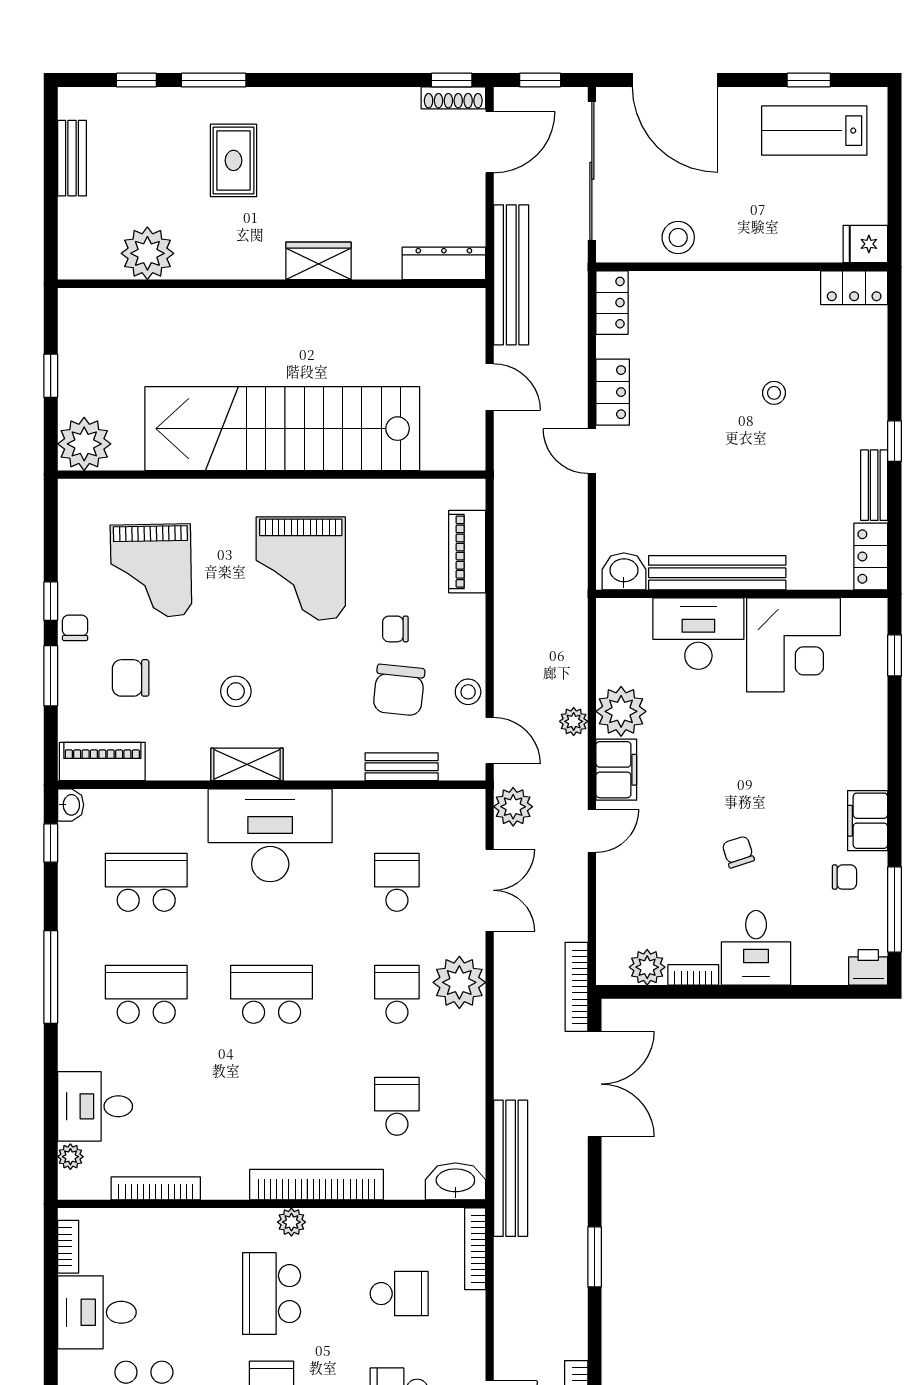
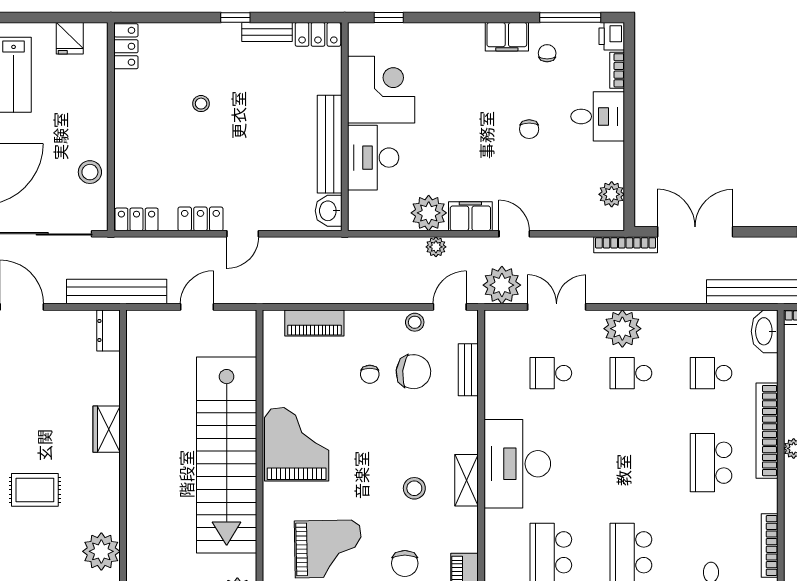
fridge: (865, 244) -> (70, 38), moved
dresser: (444, 263) -> (108, 330), width x0.70
grand piano: (301, 569) -> (297, 444), moved, turned -90
plant: (513, 807) -> (502, 285), width x1.36, depth x1.36
chair: (738, 852) -> (529, 129), turned -72
bookcase: (693, 975) -> (617, 70), moved
school desk: (272, 994) -> (711, 463), moved

